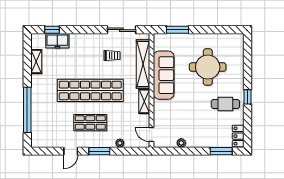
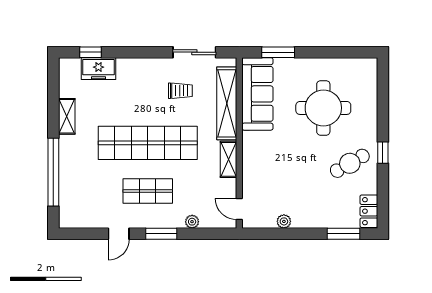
shelving: (36, 62) -> (67, 116), moved
sofa: (164, 75) -> (257, 94), moved
cafe table: (225, 104) -> (350, 163), turned -30

